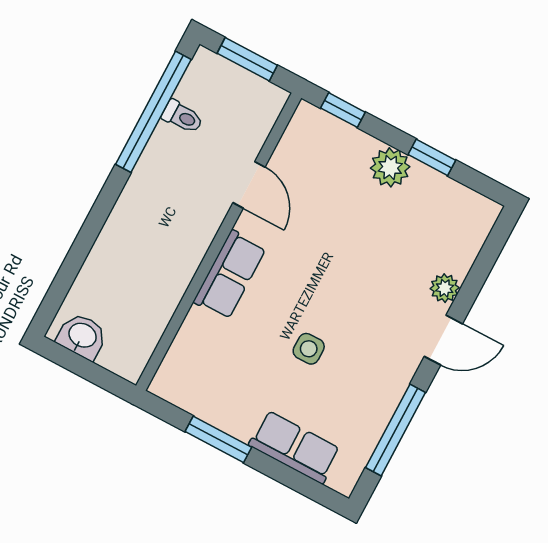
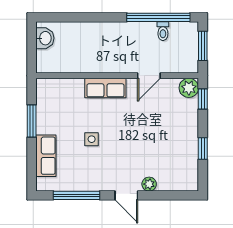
plant: (390, 167) -> (189, 88), moved

